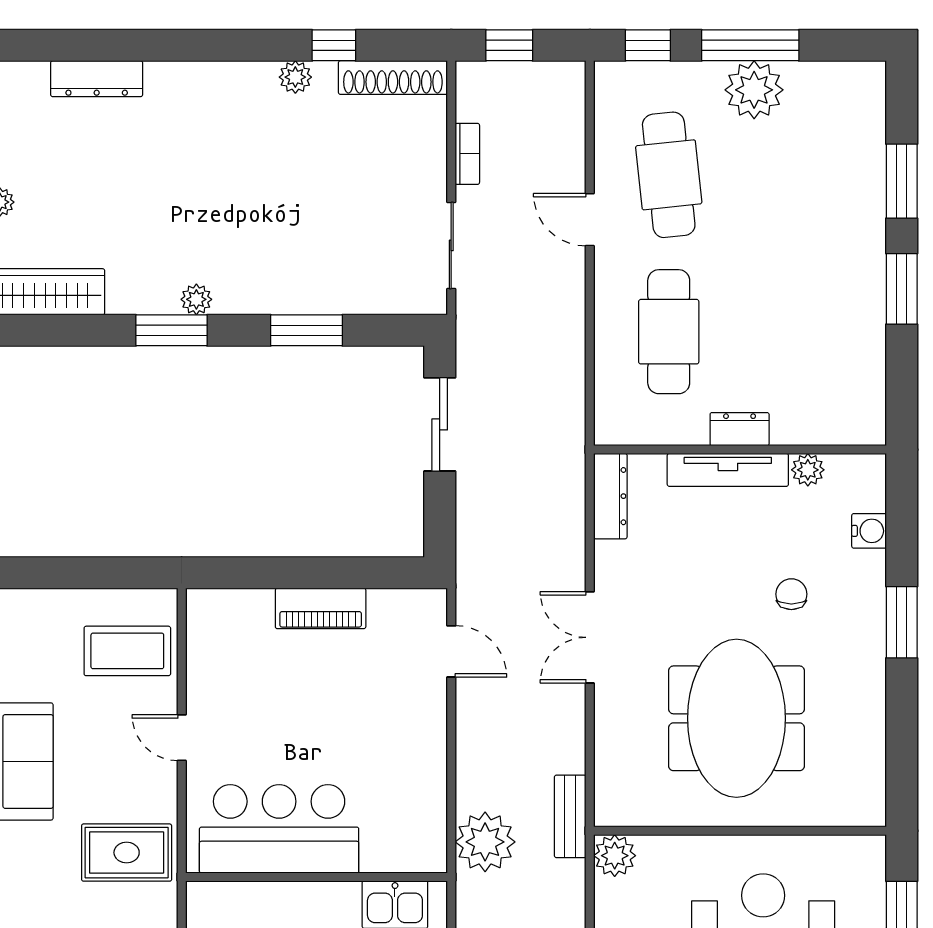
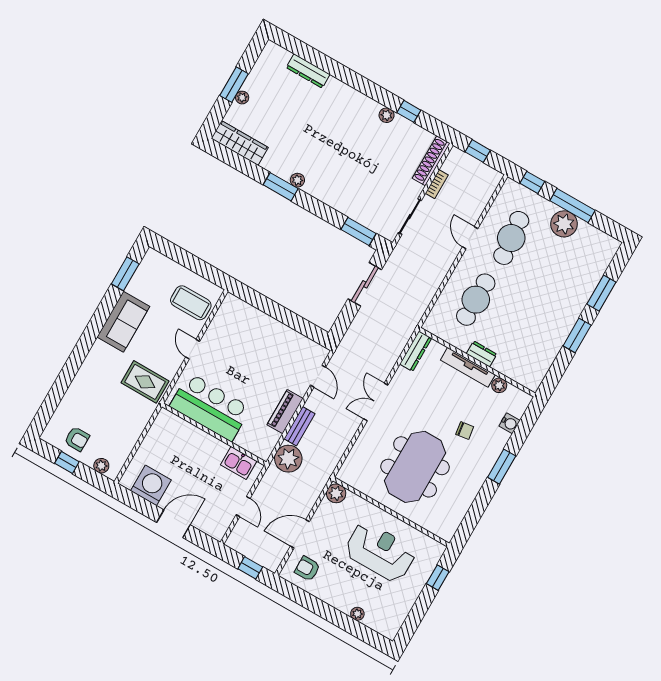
shoe rack: (393, 78) -> (431, 161), moved, turned 90
window: (306, 330) -> (359, 231), moved
chair: (791, 594) -> (465, 431), turned 82
piano: (321, 608) -> (285, 412), moved, turned 90
bench: (570, 816) -> (299, 426), moved

